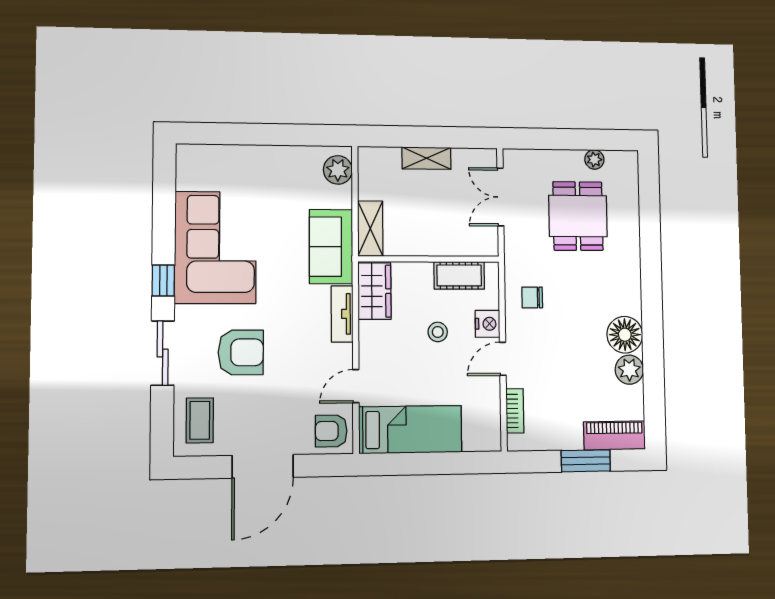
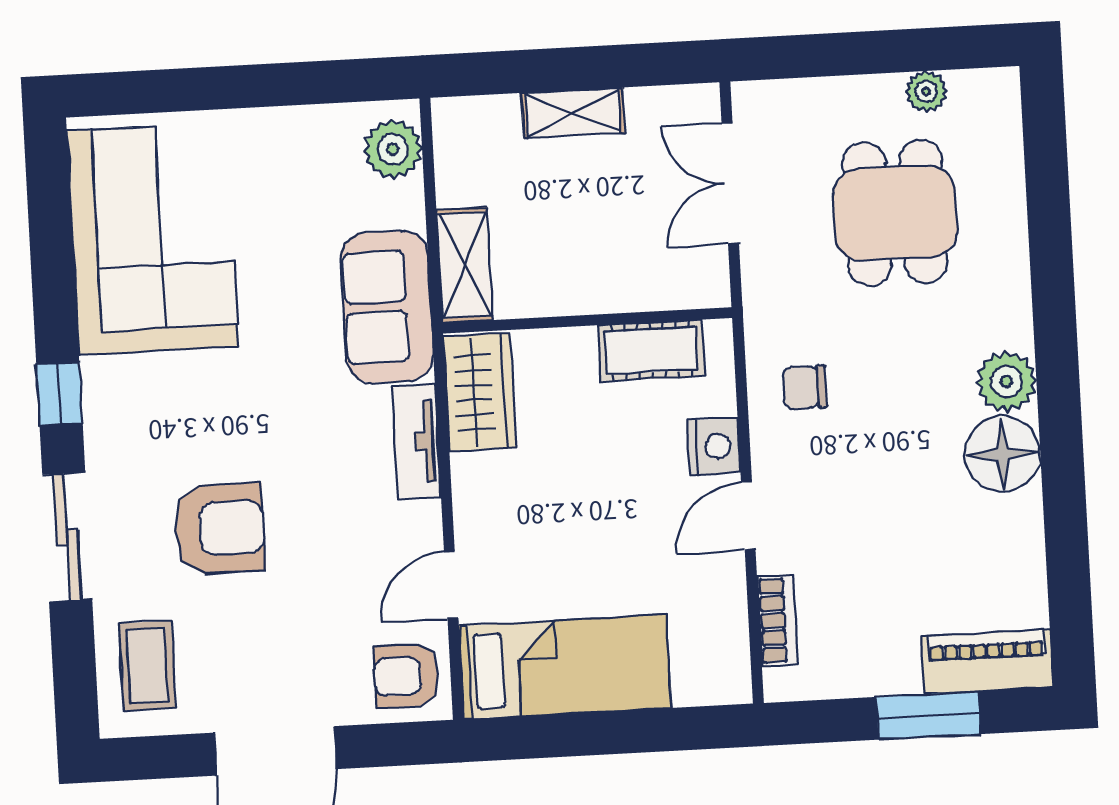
corner sofa: (215, 248) -> (153, 239), moved
stool: (438, 332) -> (612, 468), removed
plant: (629, 370) -> (1006, 382), moved

